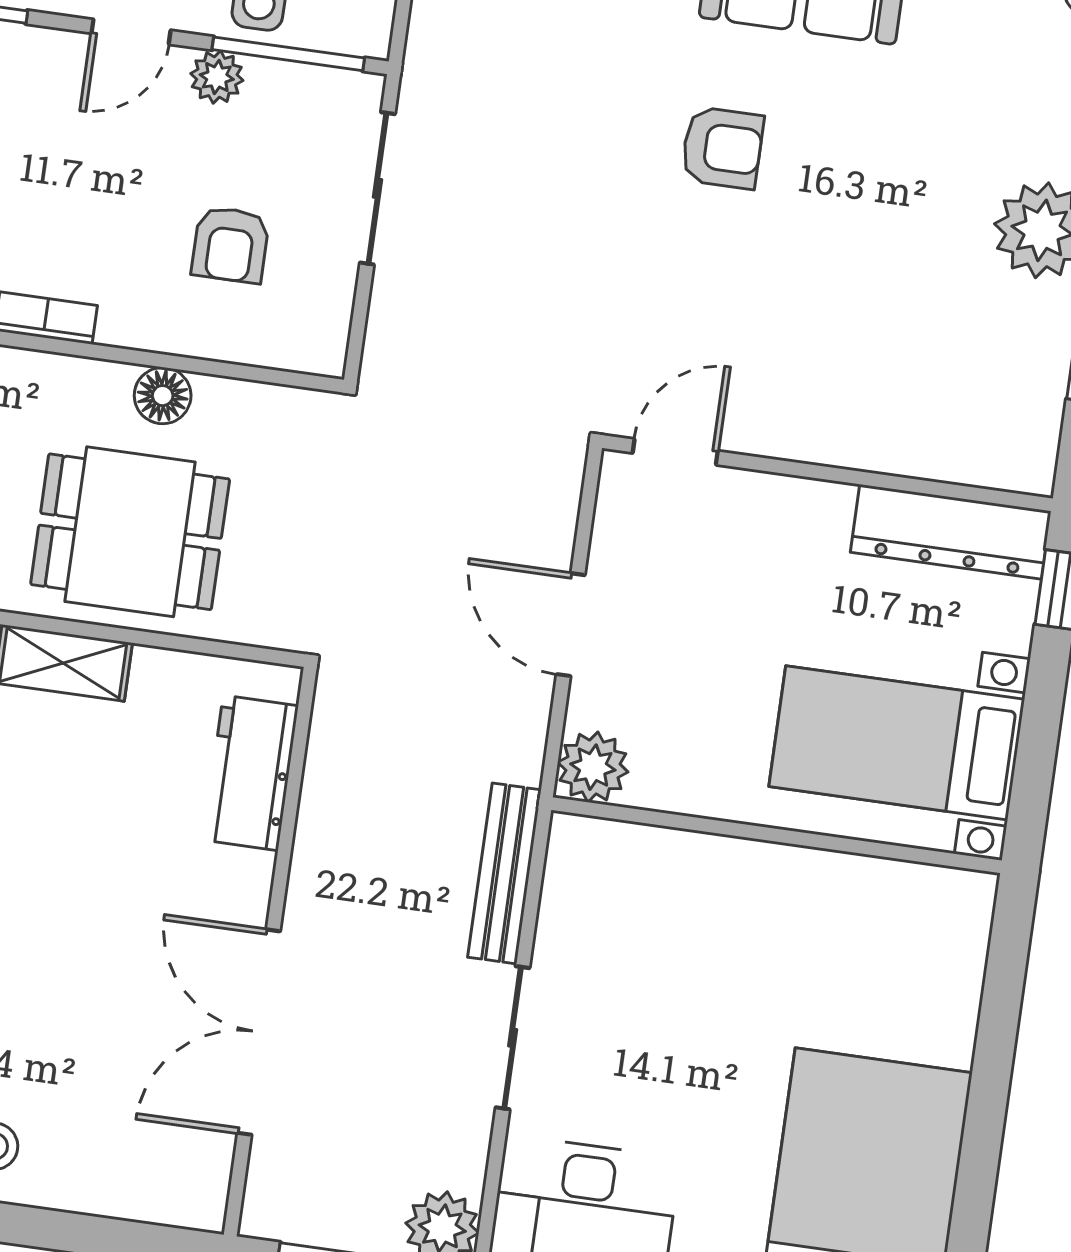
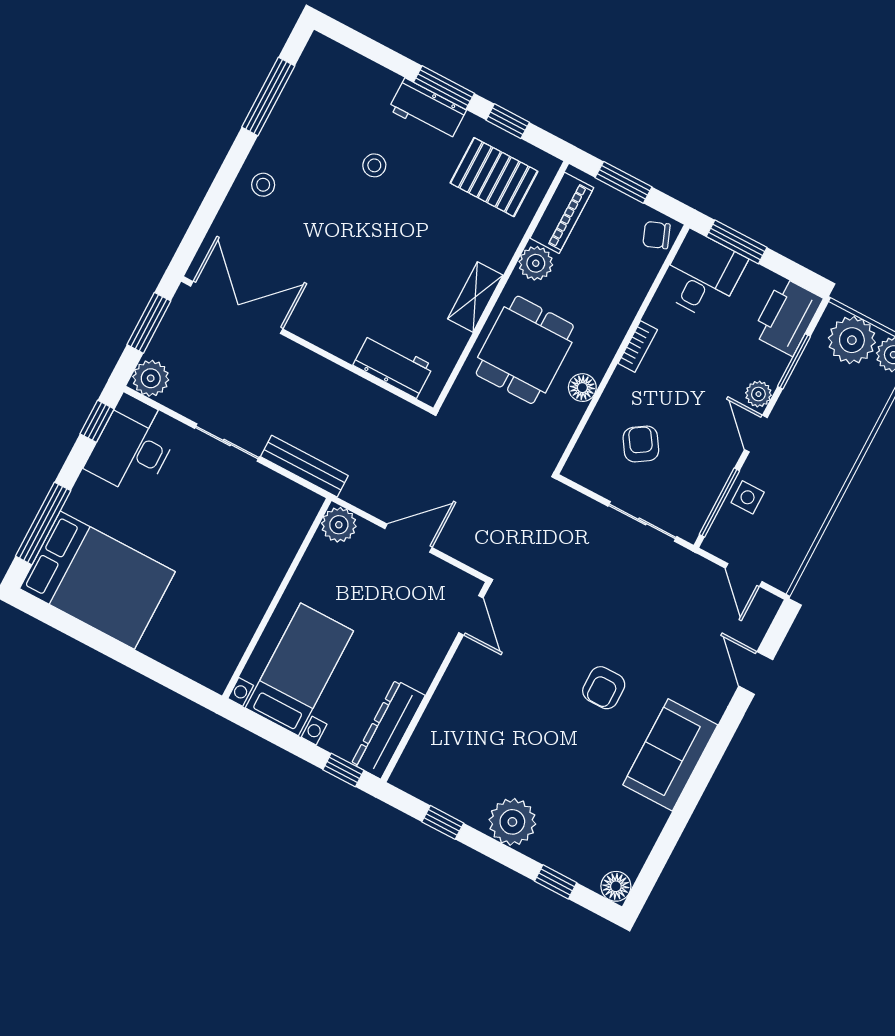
plant: (217, 77) -> (758, 394), moved
armchair: (230, 245) -> (641, 444), turned 57
double door: (259, 1032) -> (237, 308), moved

